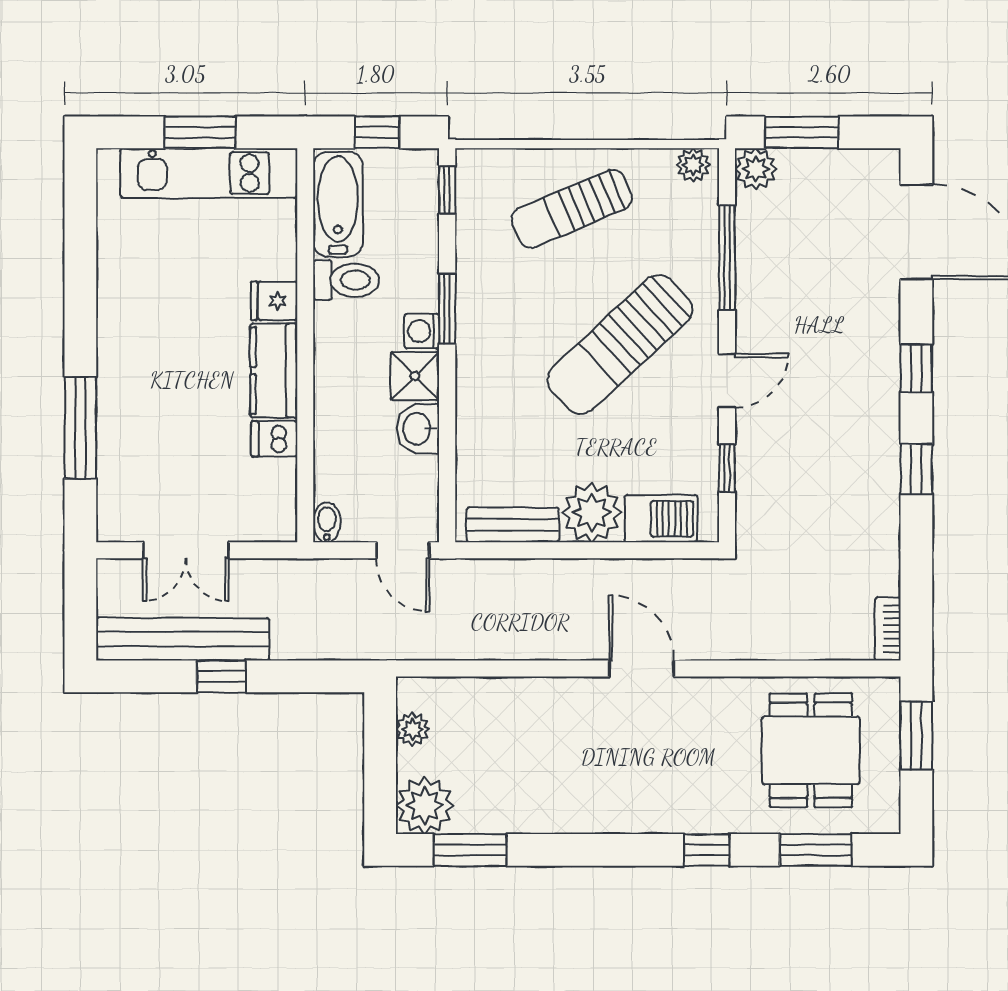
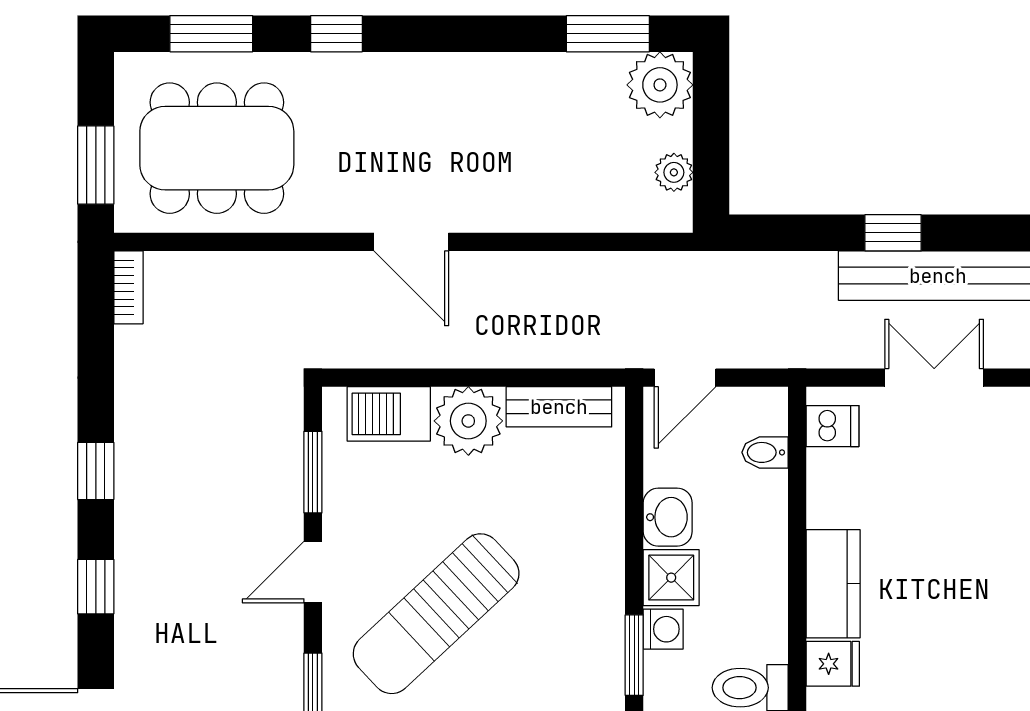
sun lounger: (620, 345) -> (436, 614), turned 180
dishwasher: (274, 439) -> (833, 426), moved
window: (727, 468) -> (313, 472), width x1.50
bidet: (327, 522) -> (765, 452), moved, turned 90
door: (403, 550) -> (685, 378), swing flipped
dining table: (811, 750) -> (217, 148), width x1.37

